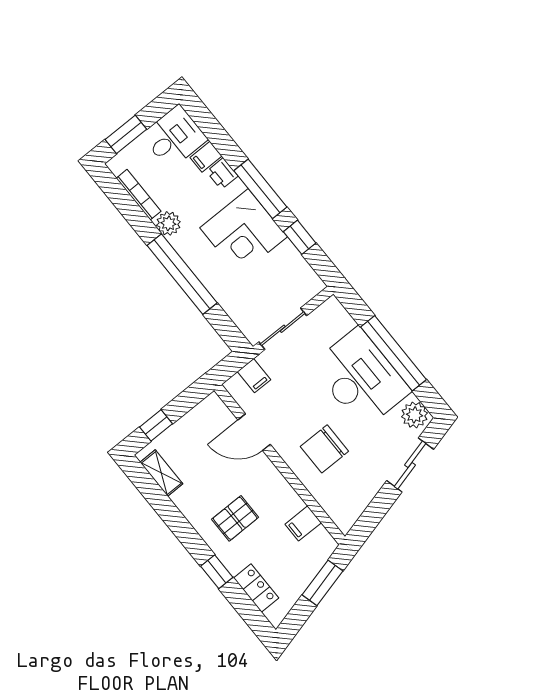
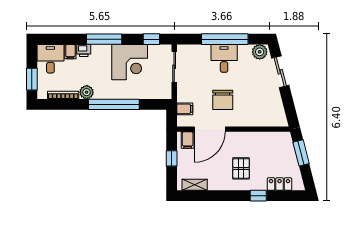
corner desk: (244, 232) -> (130, 62), moved
window: (300, 237) -> (151, 39), moved
sliding door: (283, 329) -> (174, 67), moved
desk: (361, 378) -> (224, 58), width x0.53, depth x0.77
window: (156, 425) -> (172, 158), moved
door: (254, 432) -> (210, 129), width x1.36
chair: (324, 449) -> (223, 100), moved
filing cabinet: (303, 523) -> (188, 140), moved

